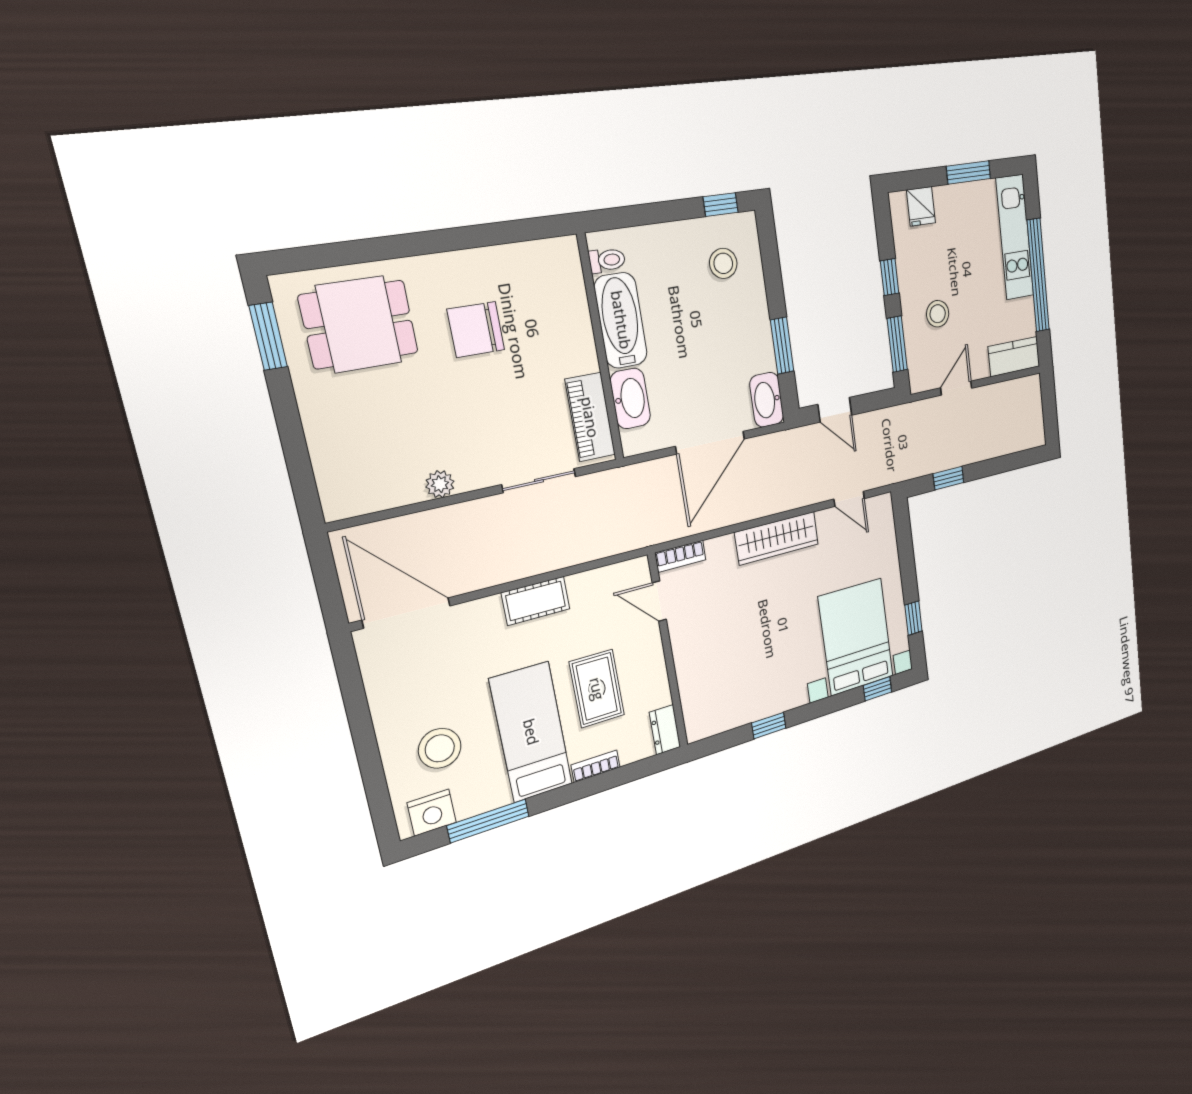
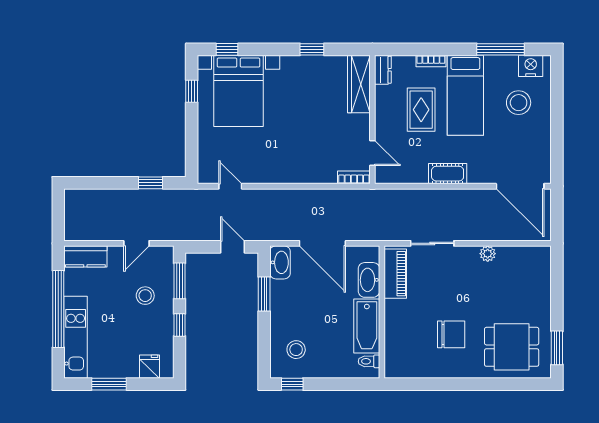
door: (710, 443) -> (322, 243), swing flipped
wardrobe: (777, 538) -> (359, 84), moved, turned -90

